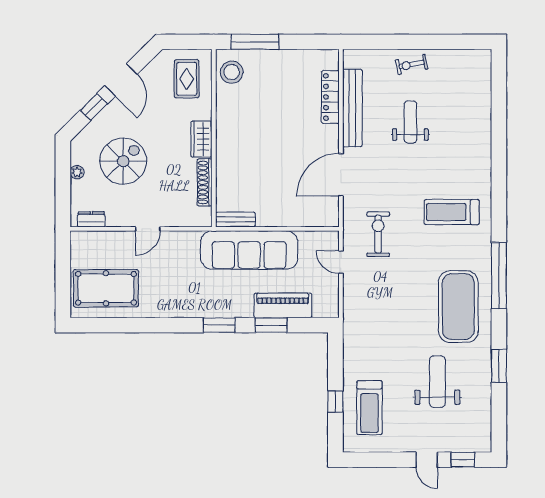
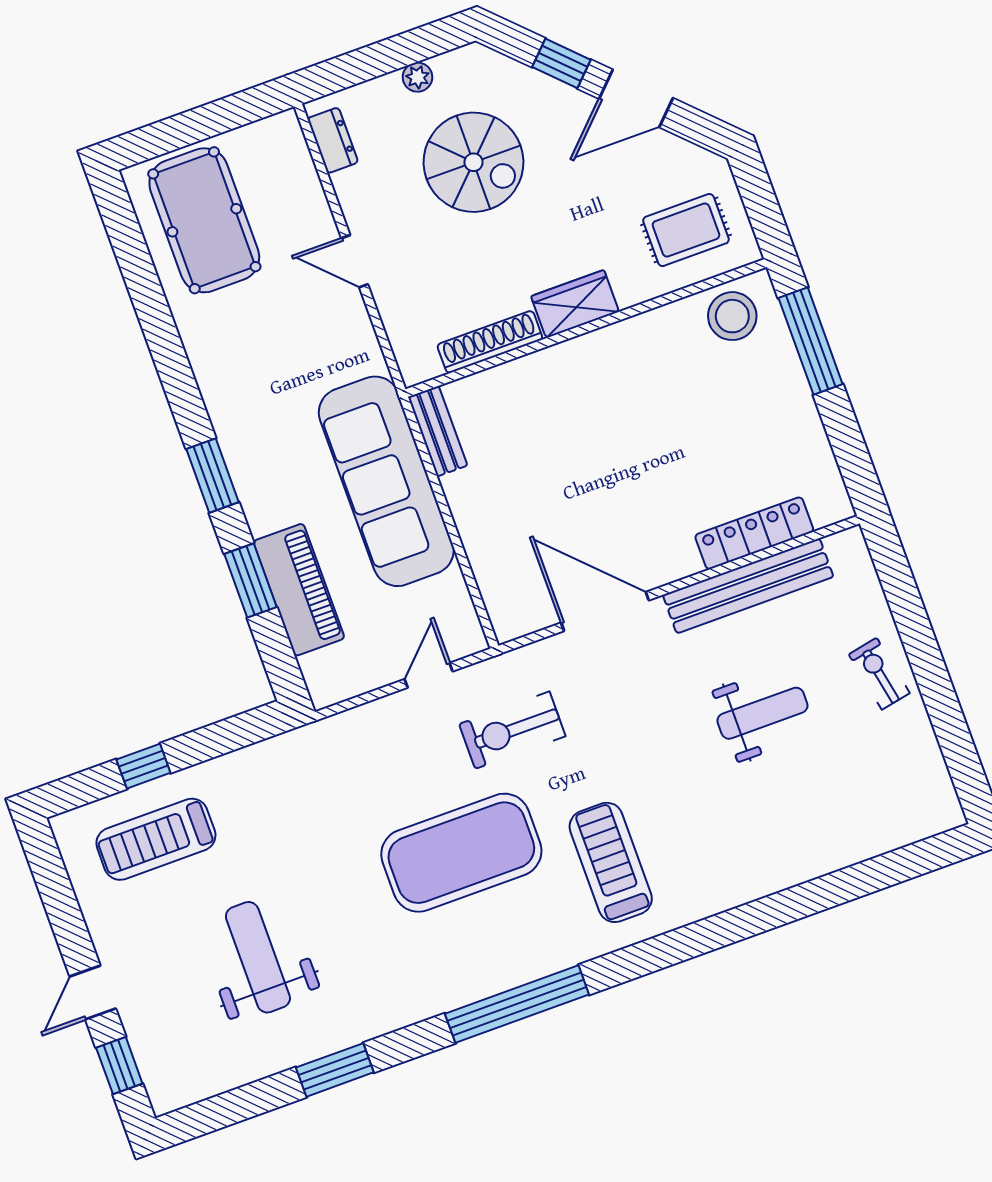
exercise bike: (378, 234) -> (512, 730), turned 180
exercise mat: (458, 307) -> (461, 853), moved
weight bench: (437, 382) -> (258, 957), turned -90

